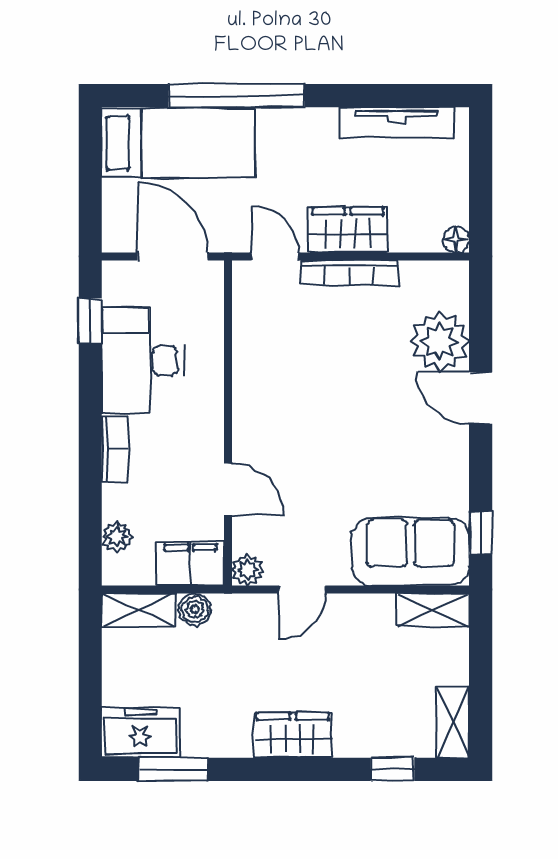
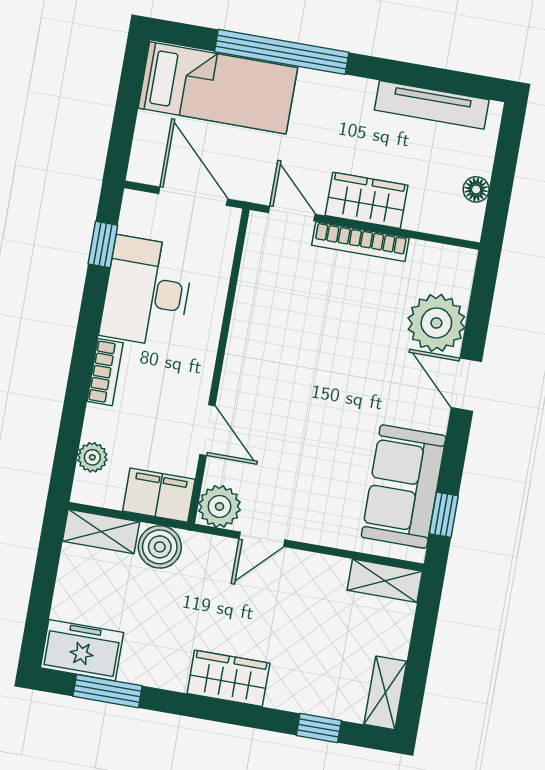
floor lamp: (456, 240) -> (476, 189), moved
sofa: (411, 552) -> (404, 487), moved, turned -90
plant: (248, 570) -> (219, 506), width x1.38, depth x1.38
boiler: (195, 609) -> (160, 547), width x1.36, depth x1.36

